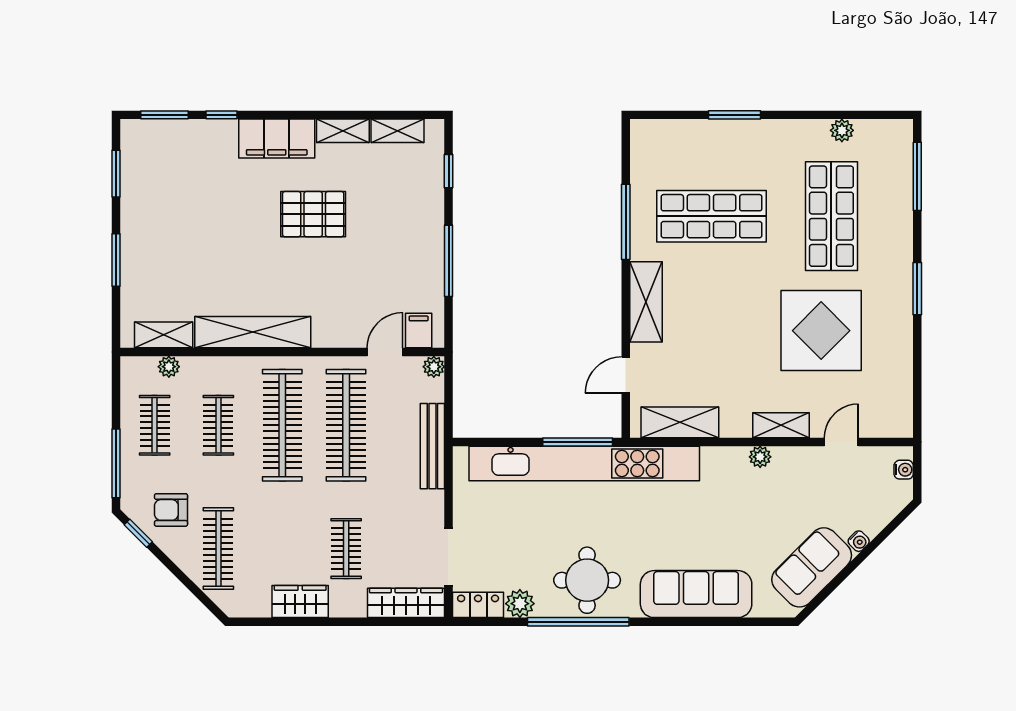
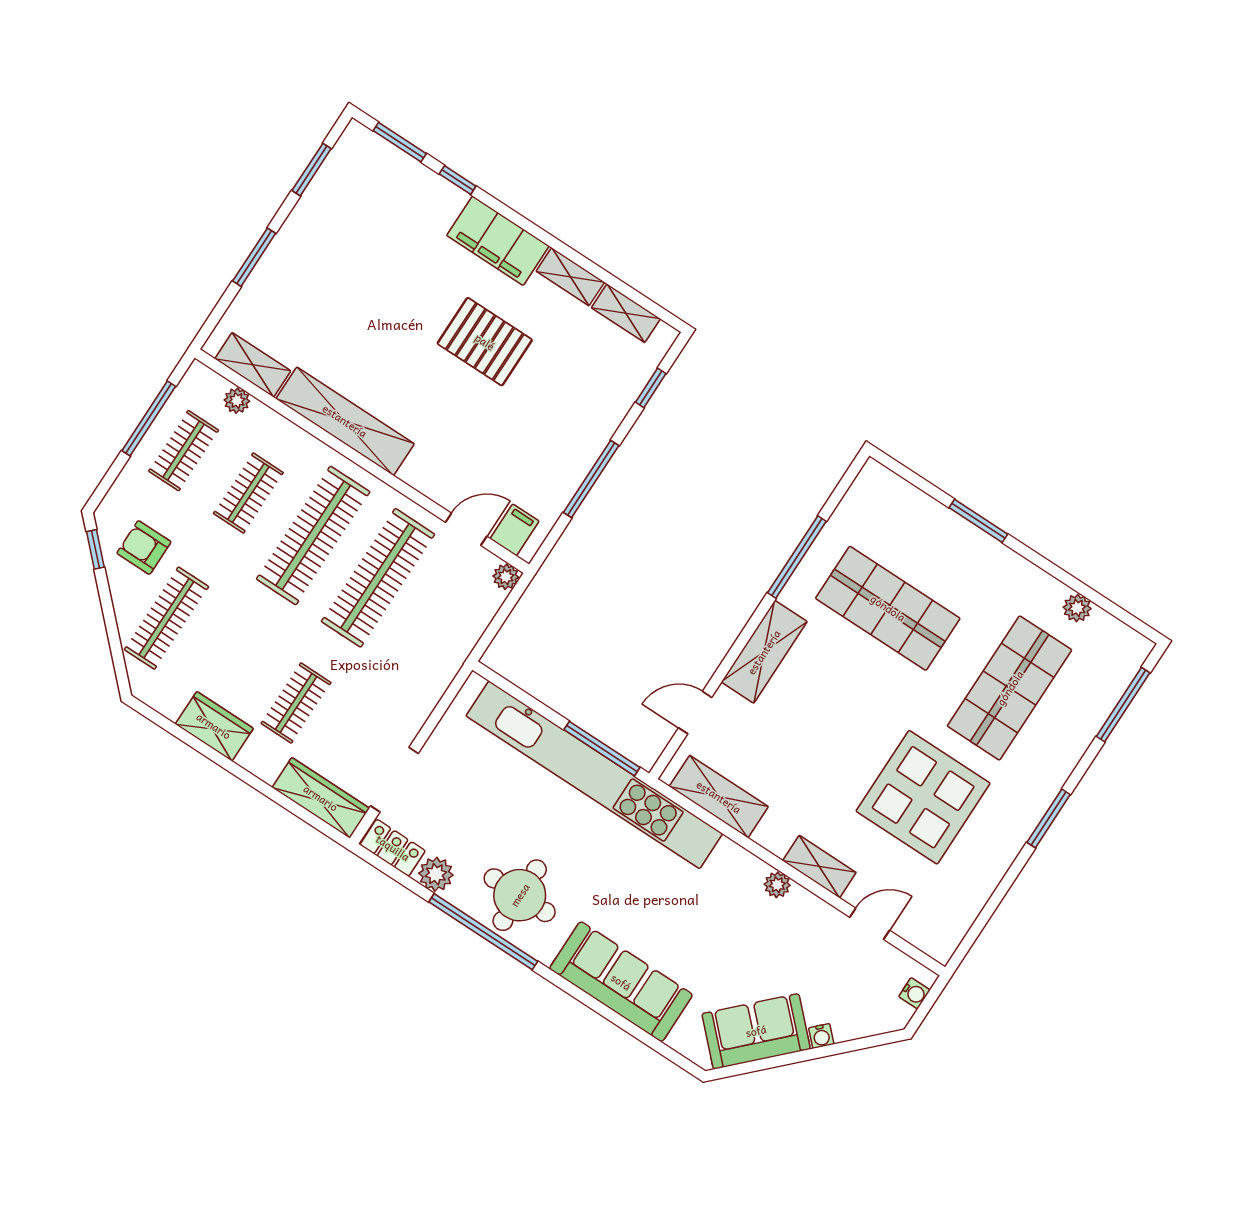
bench: (432, 446) -> (452, 656), removed
window: (116, 463) -> (149, 418), moved

